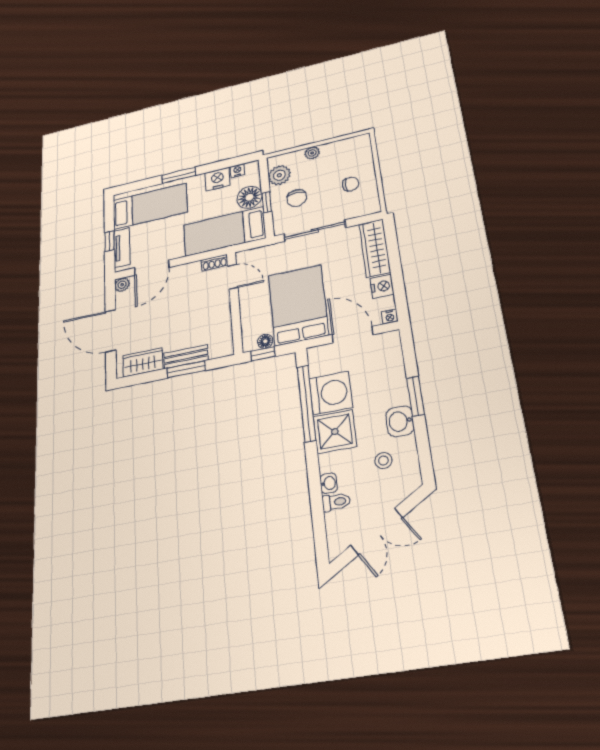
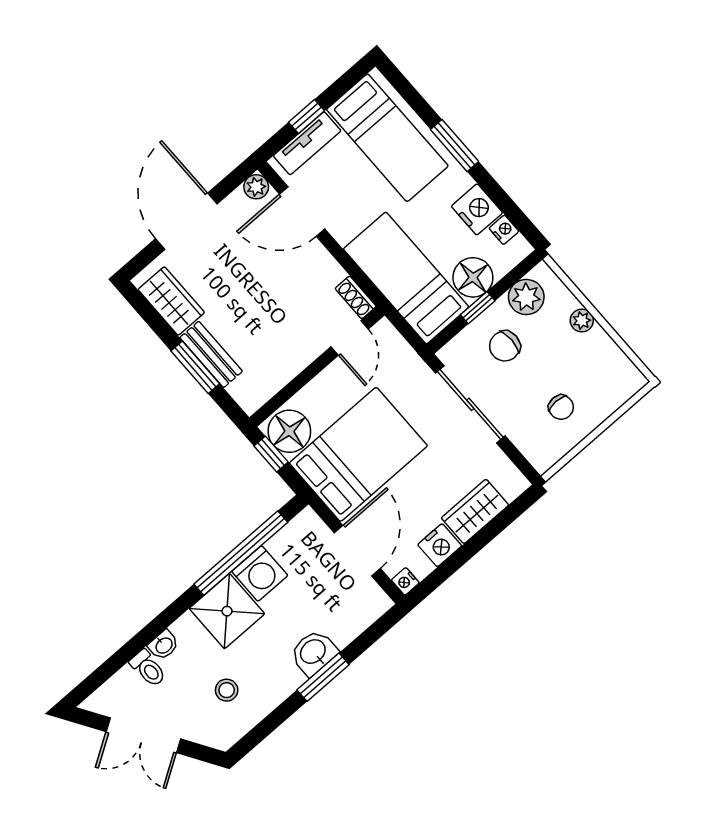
wardrobe: (375, 248) -> (475, 511), width x0.67
floor lamp: (265, 341) -> (289, 431), width x1.89, depth x1.89
washing machine: (331, 393) -> (260, 573), width x0.73, depth x0.73
washbasin: (400, 421) -> (313, 652), moved

